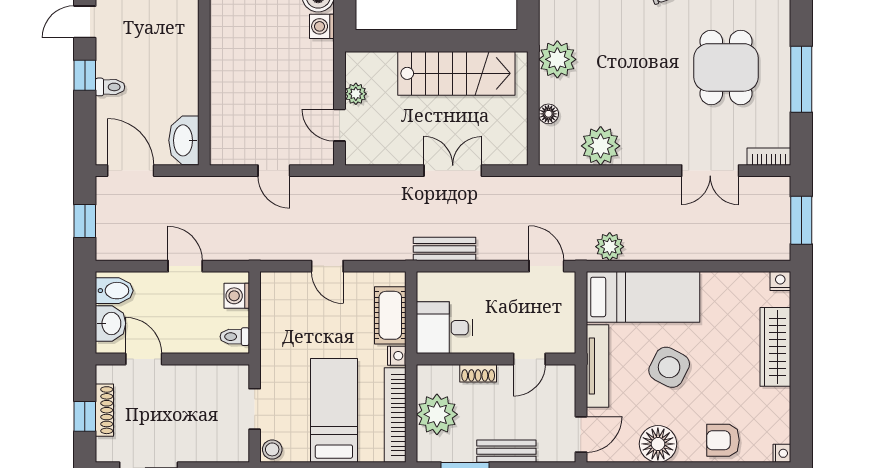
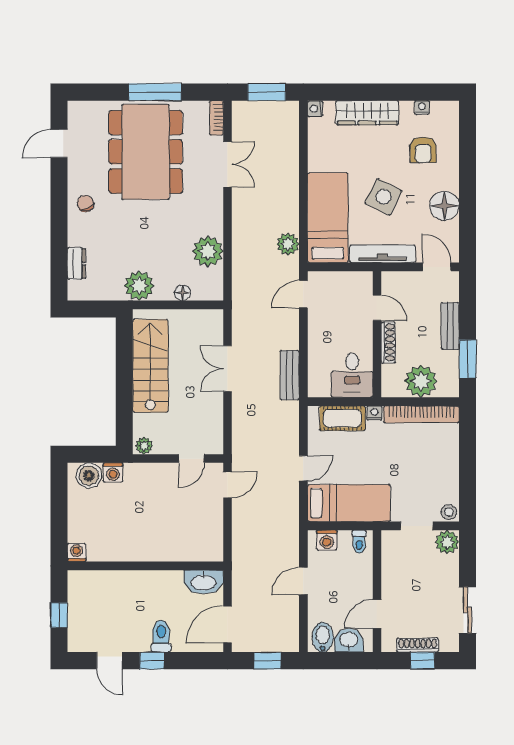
dining table: (726, 67) -> (146, 152), width x1.88, depth x1.24
toilet: (110, 87) -> (161, 636), width x1.37, depth x1.39
plant: (356, 94) -> (144, 446), moved
door: (274, 171) -> (227, 485), moved
shoe rack: (478, 373) -> (388, 342), width x1.43
bed: (334, 410) -> (349, 503), moved, turned 180
armchair: (723, 440) -> (423, 150), moved
plant: (234, 447) -> (447, 542), added
nightstand: (782, 453) -> (422, 107), moved

